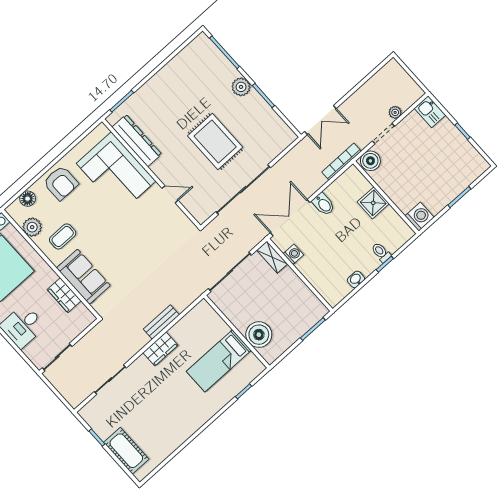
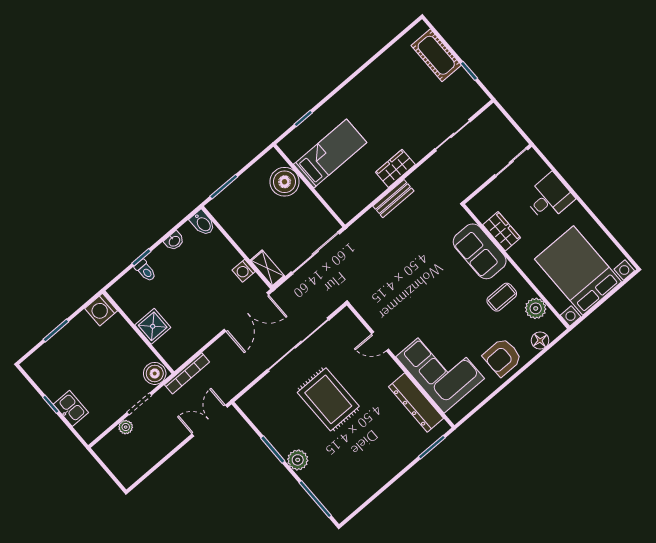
kitchen sink: (430, 112) -> (71, 408), moved
armchair: (61, 183) -> (502, 357), turned -90
bidet: (323, 204) -> (203, 223), moved, turned 180

